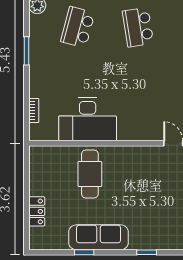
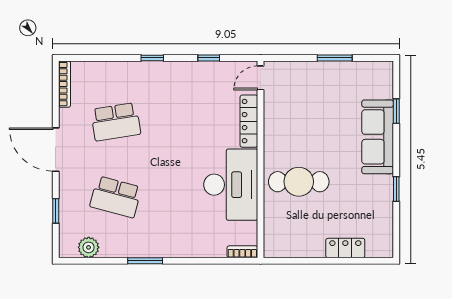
bookcase: (34, 110) -> (242, 252), moved
locker: (139, 134) -> (249, 121), added
sofa: (99, 237) -> (378, 137), moved

